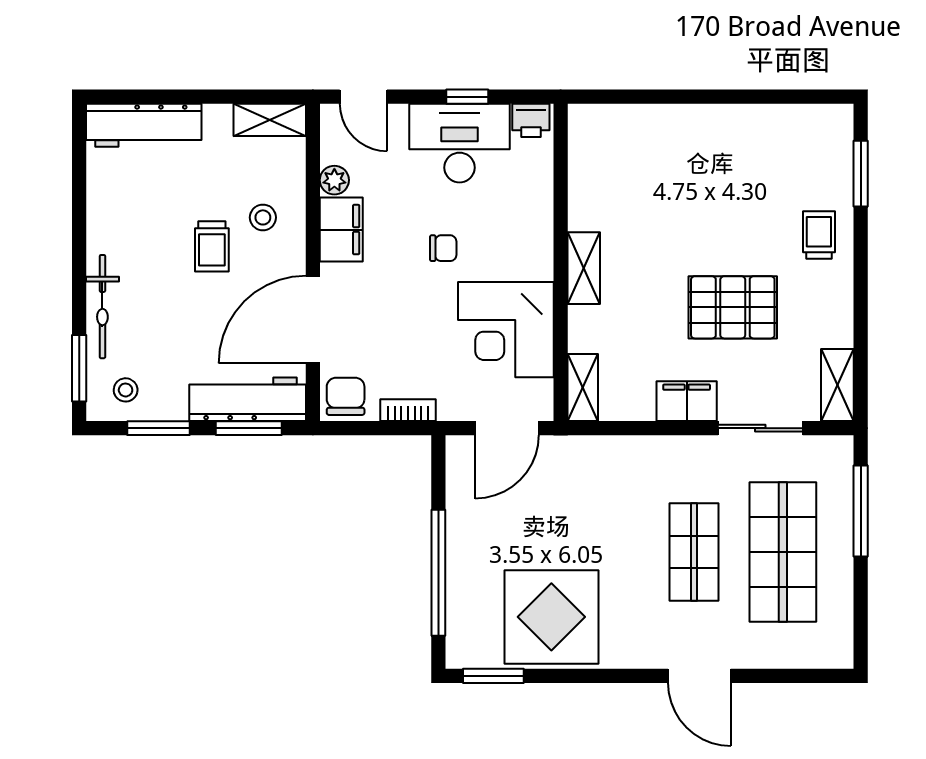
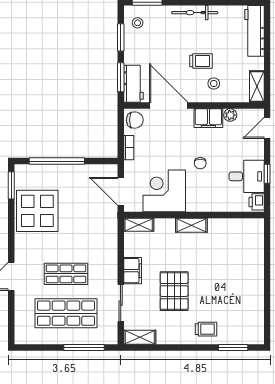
desk: (459, 143) -> (247, 176), width x0.73
trolley: (212, 246) -> (201, 61), turned 180
bicycle: (102, 307) -> (195, 13), moved
workbench: (248, 399) -> (133, 84), width x0.73

